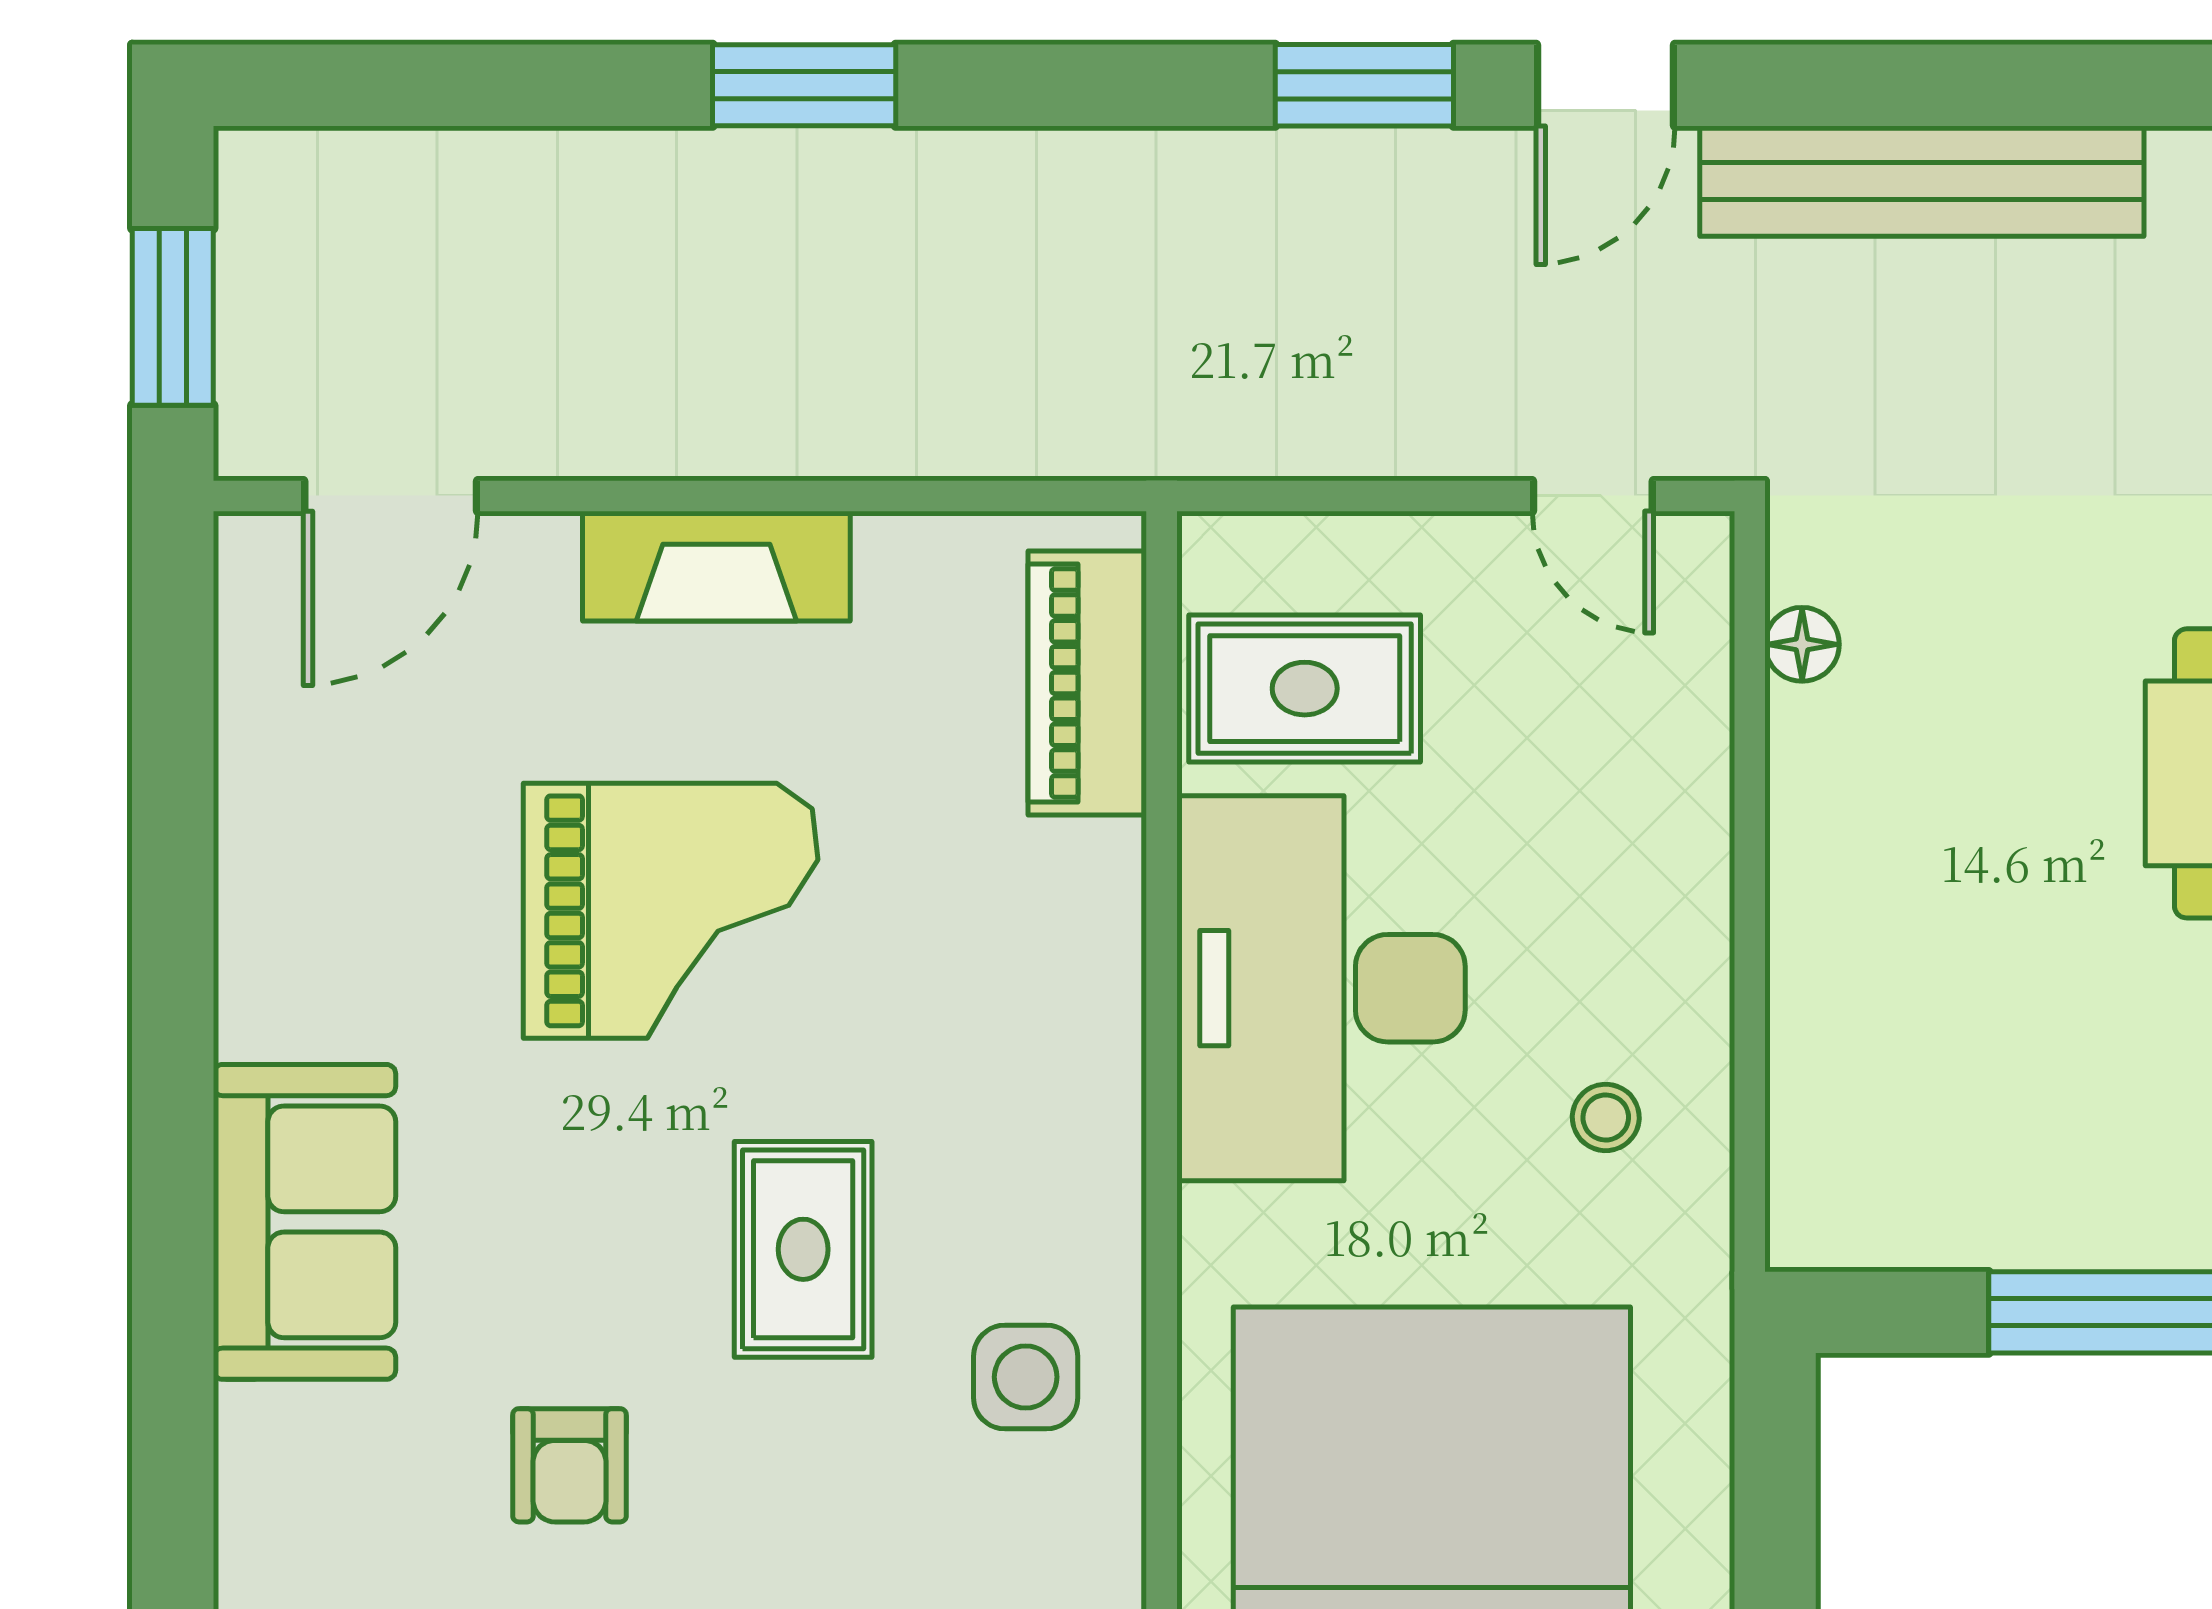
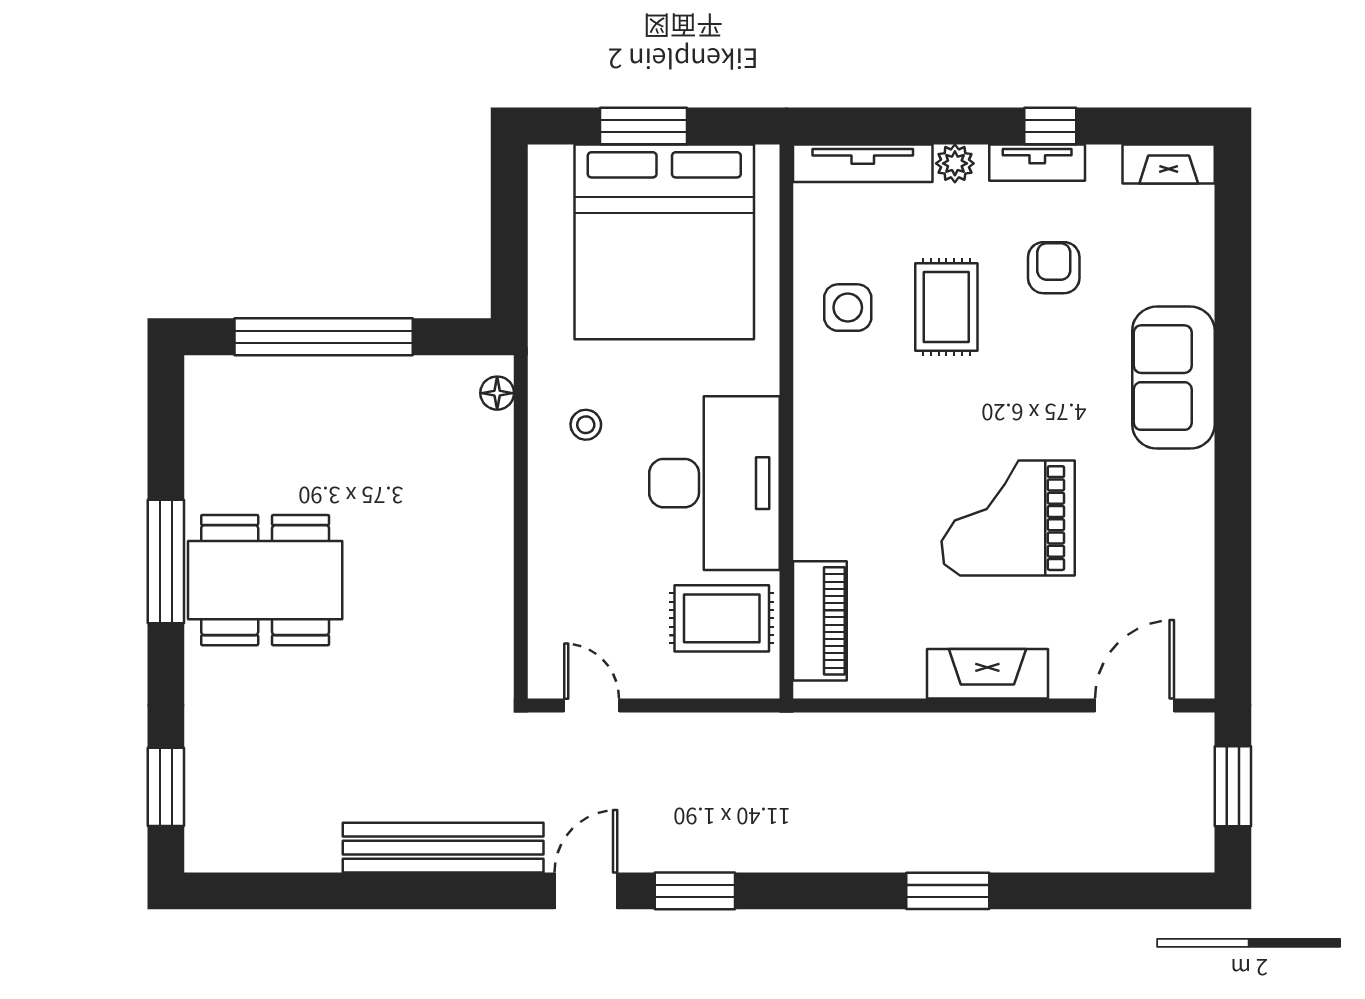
floor lamp: (1802, 644) -> (497, 393), moved
rug: (803, 1249) -> (946, 307), moved

